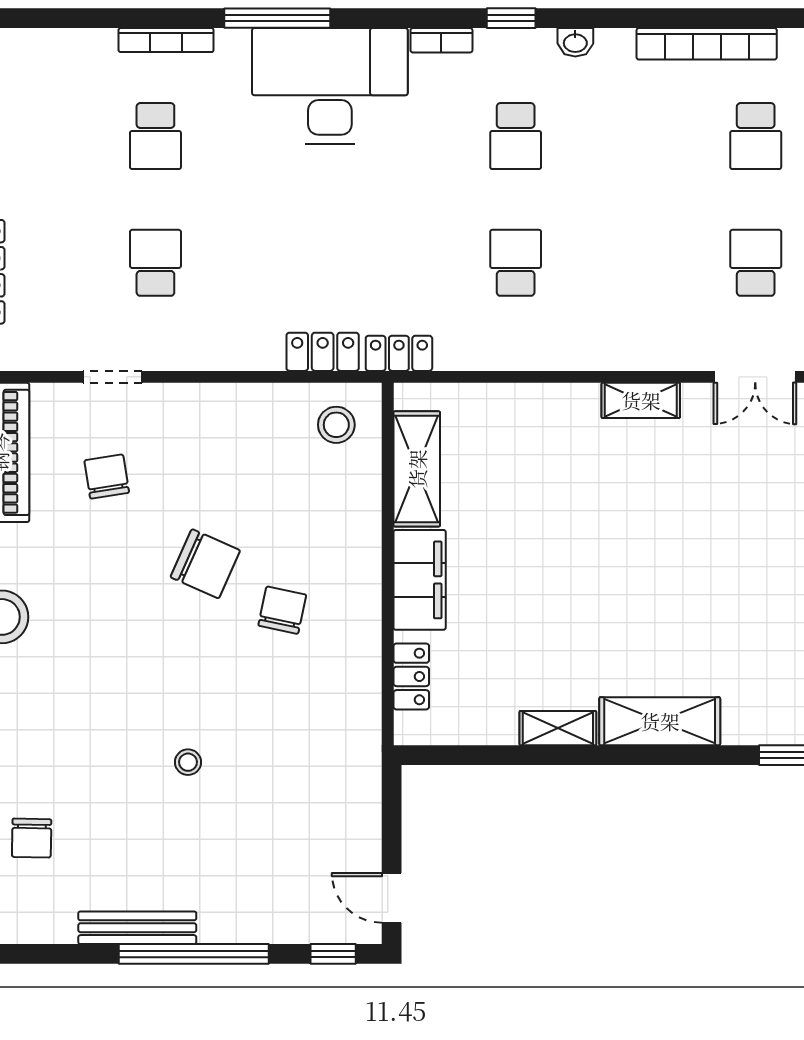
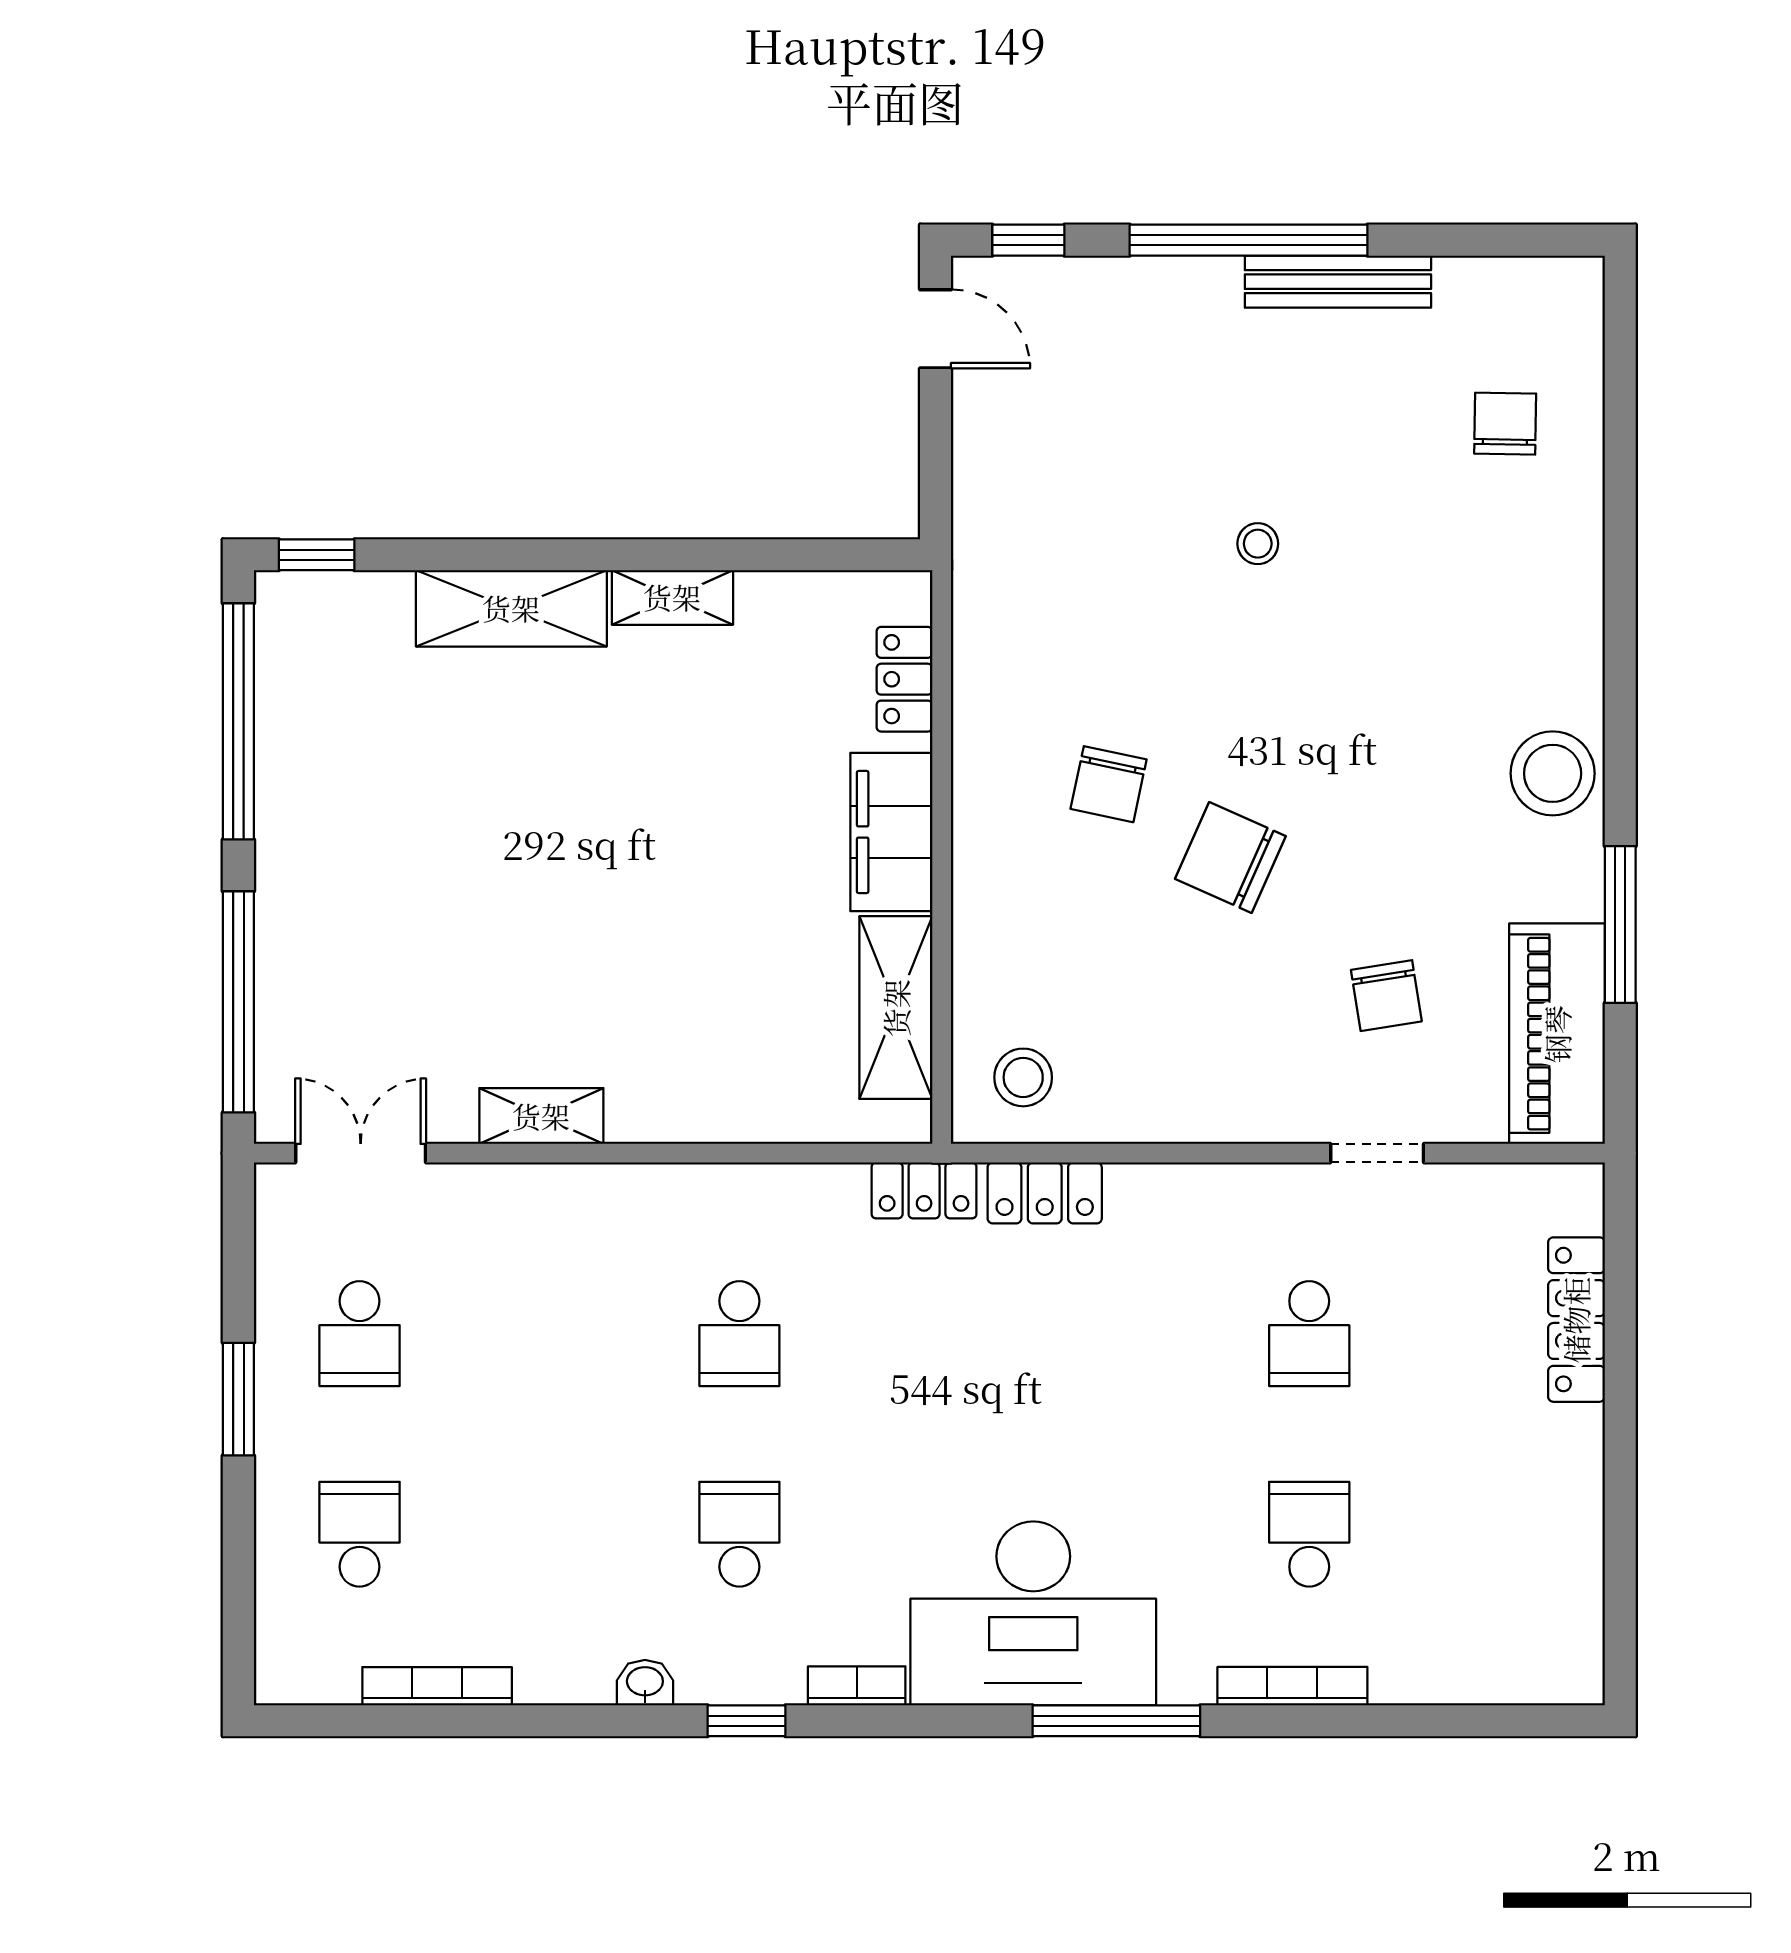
bookcase: (707, 44) -> (437, 1686), width x0.68, depth x0.76

